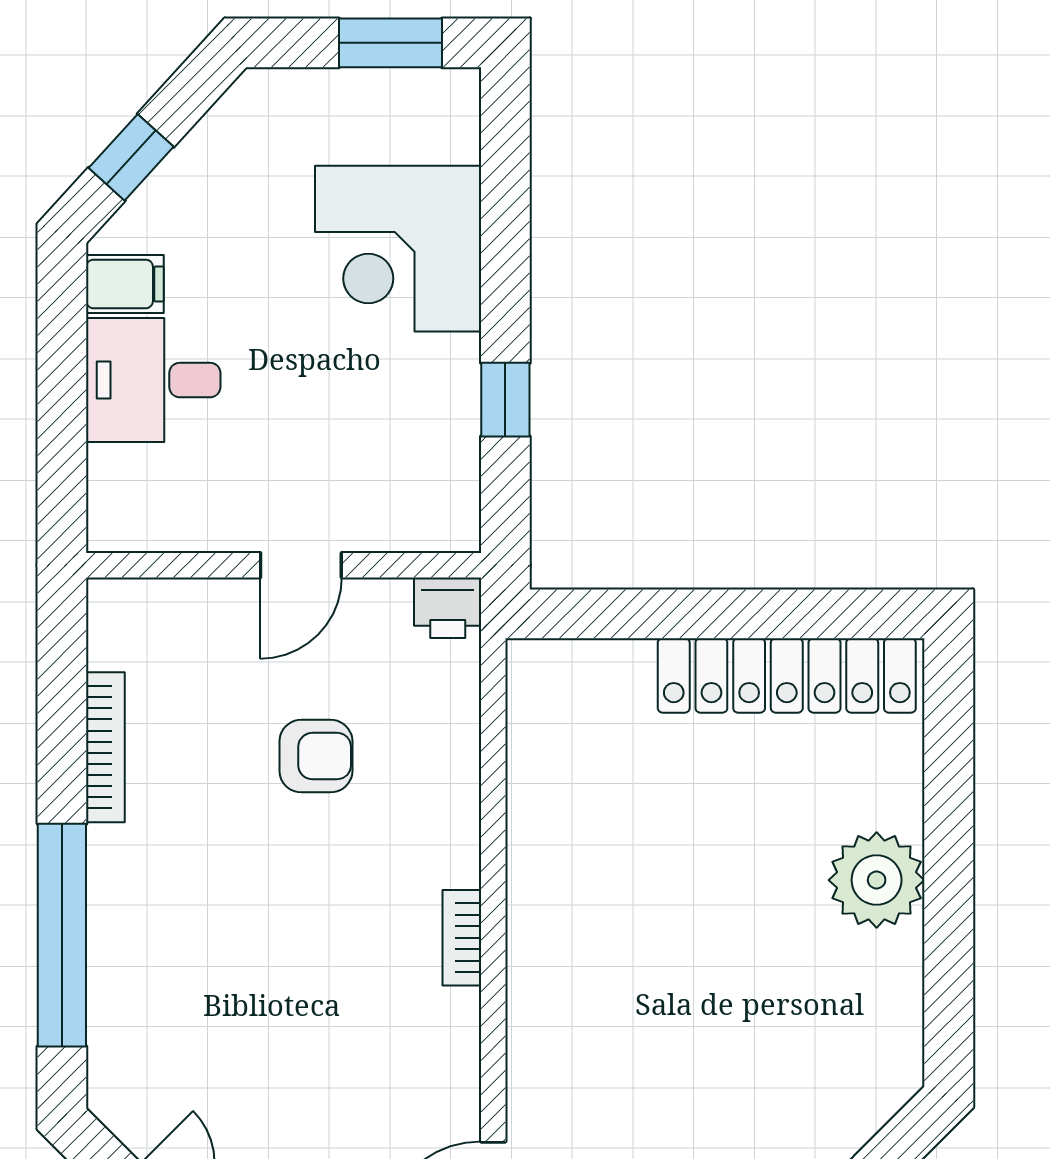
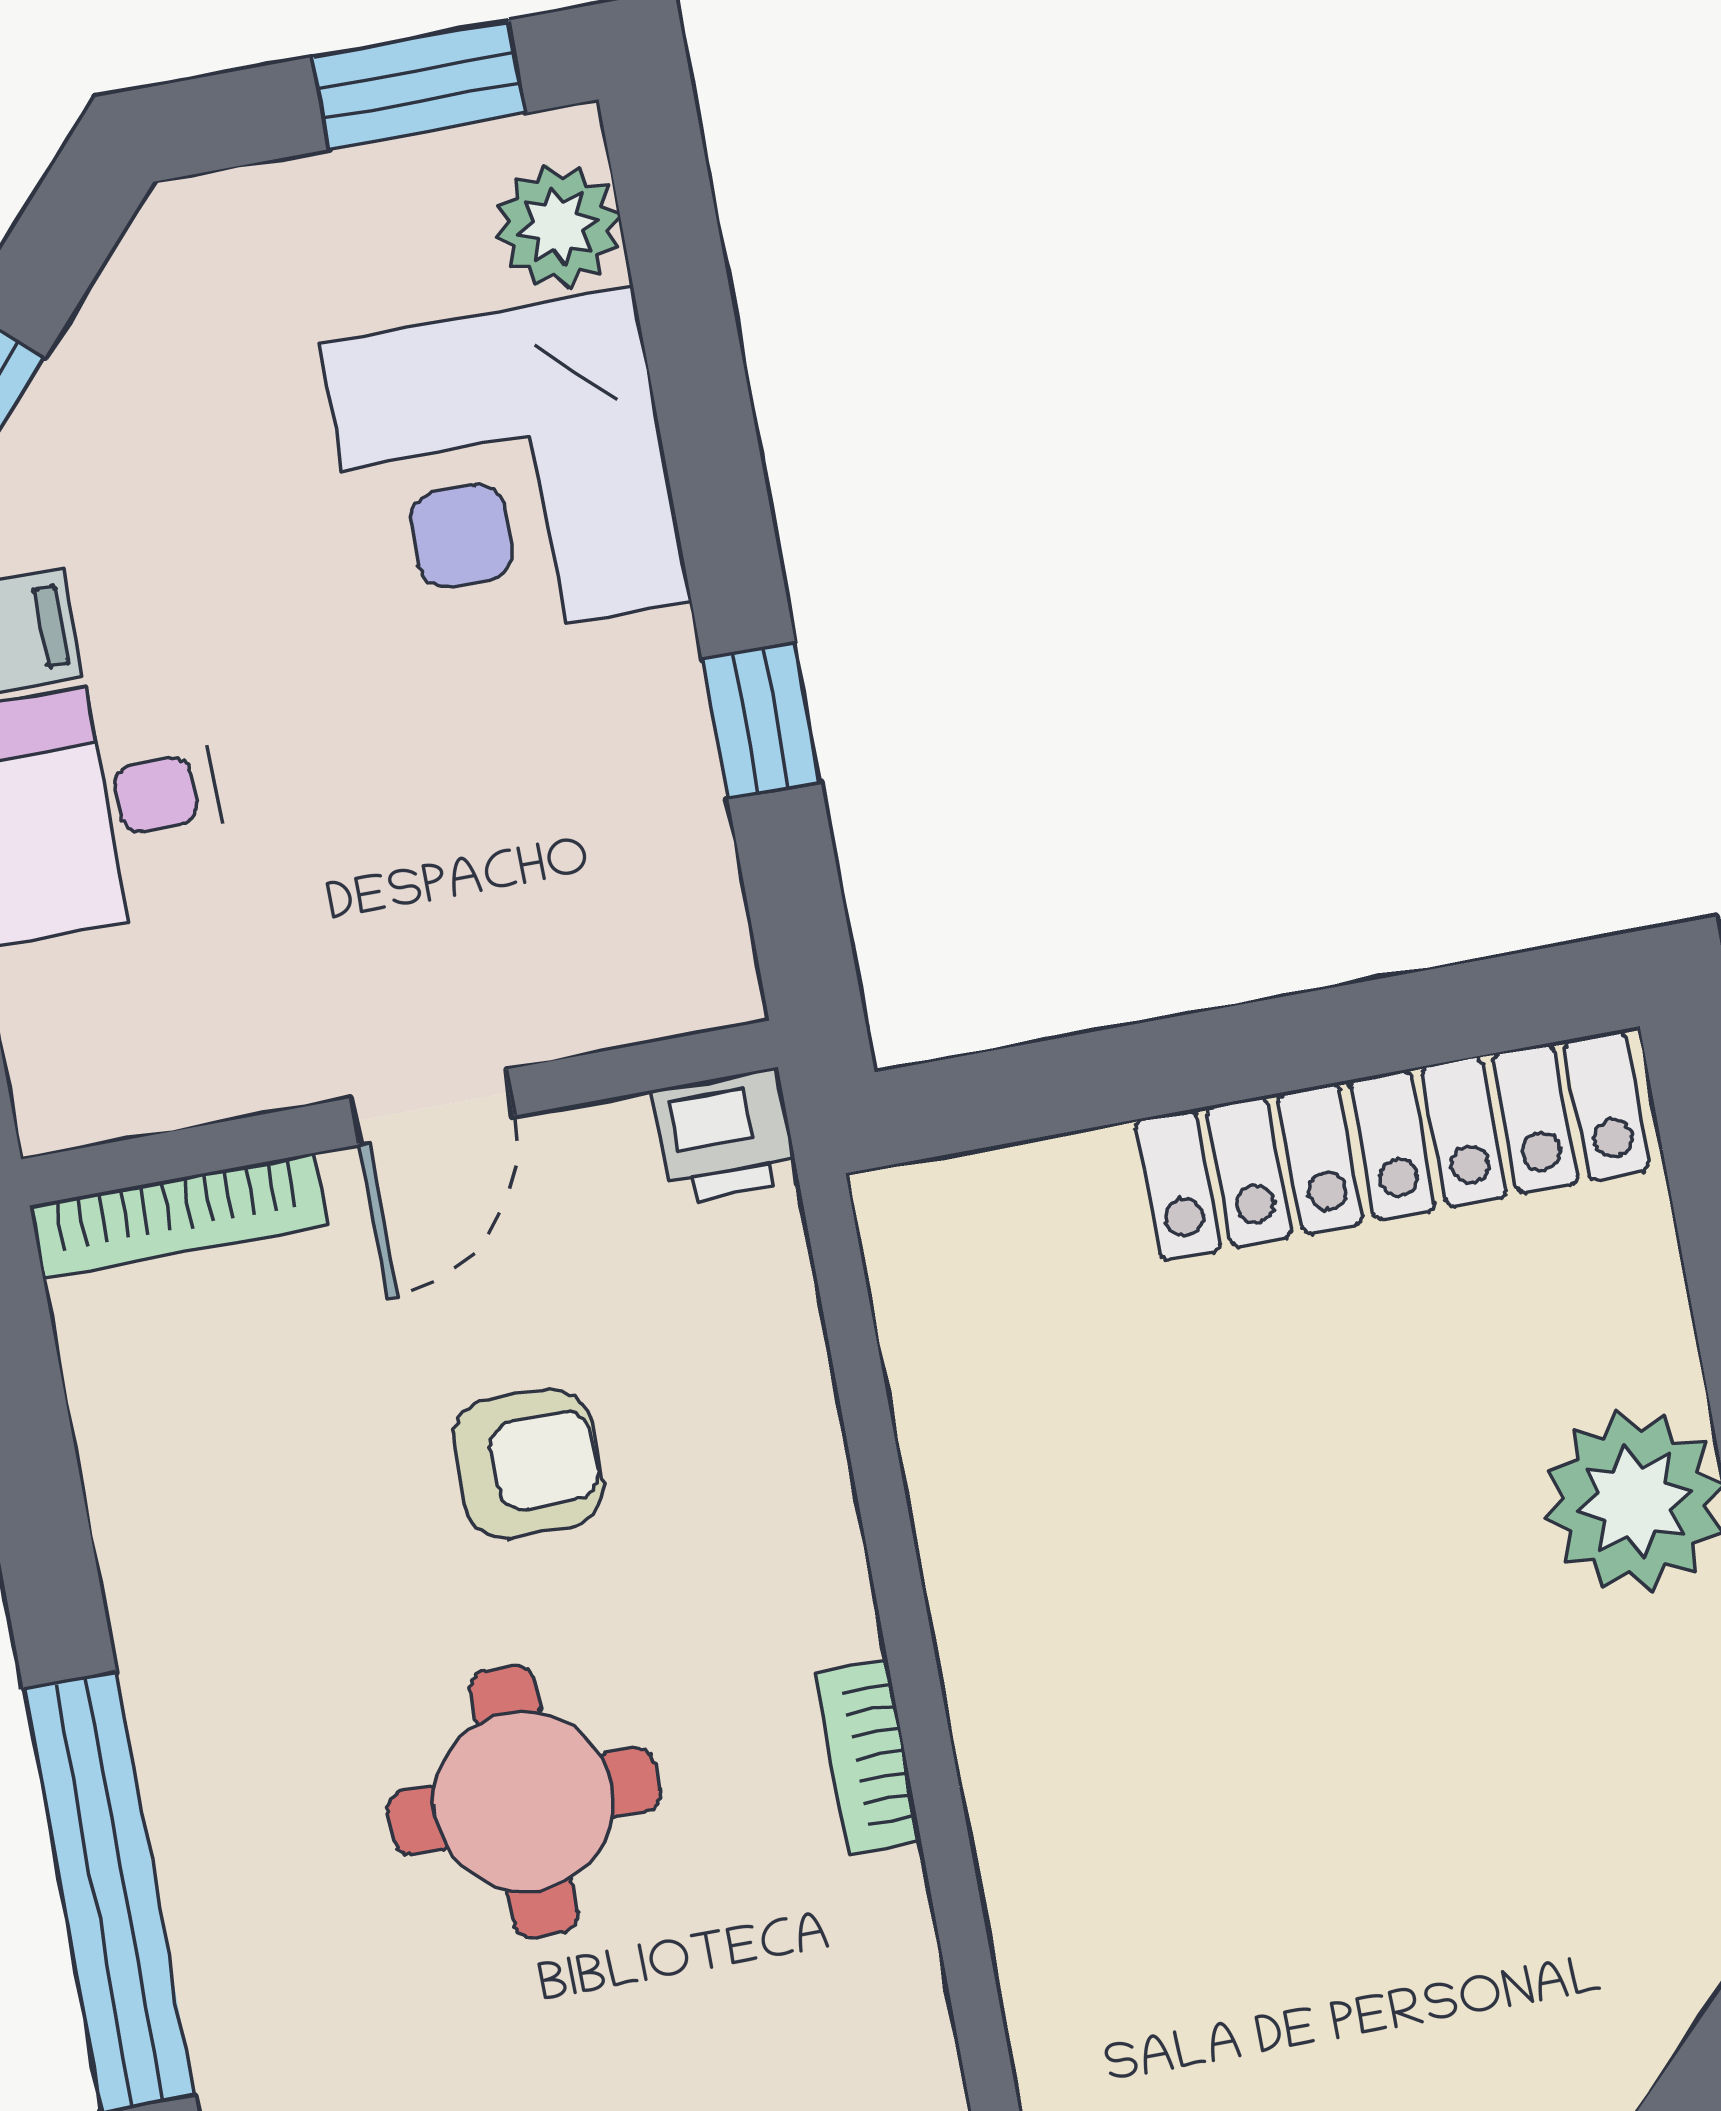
plant: (448, 128) -> (558, 226), added
bookcase: (105, 747) -> (179, 1216), moved, turned 90
round table: (282, 928) -> (524, 1801), added

